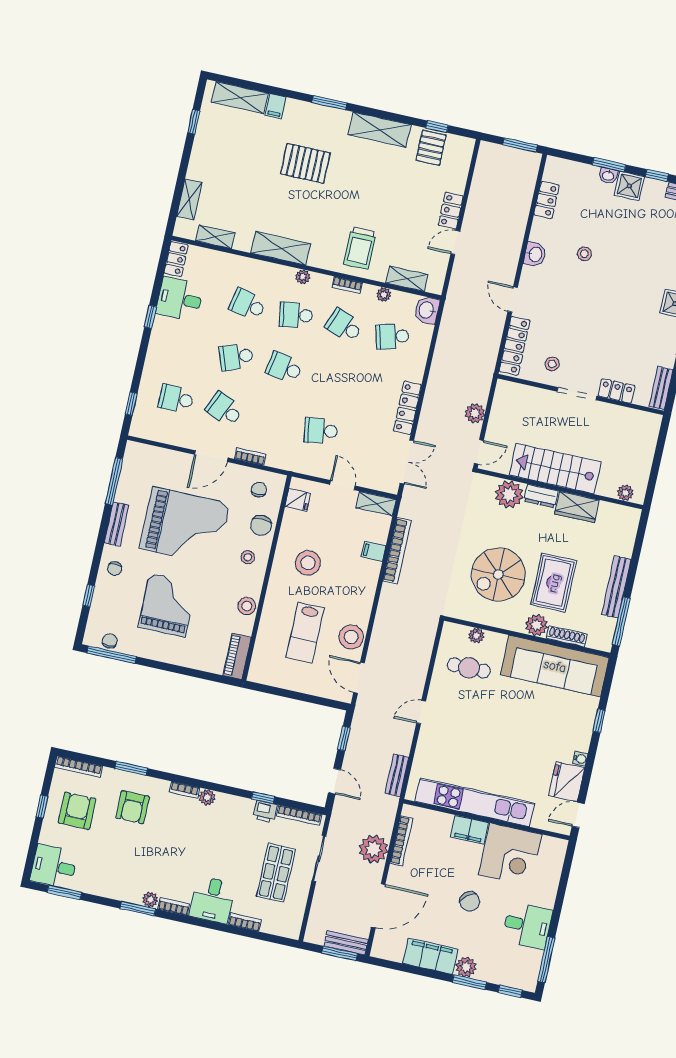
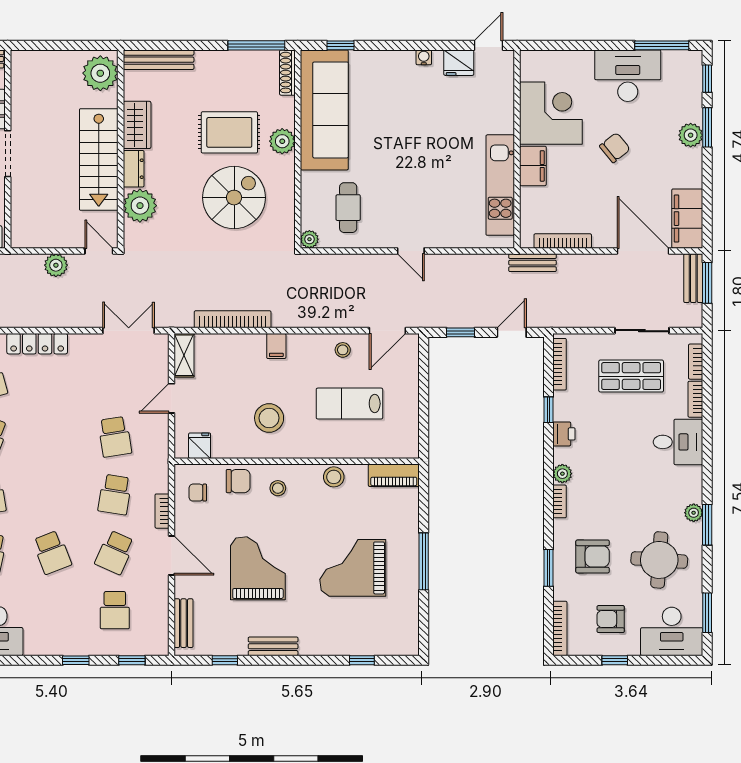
window: (150, 317) -> (76, 660), moved
school desk: (284, 368) -> (115, 495), moved
locker: (407, 408) -> (37, 344), moved
bench: (153, 454) -> (184, 623), added
window: (114, 481) -> (225, 660), width x0.46
plant: (625, 493) -> (100, 73), width x1.87, depth x1.87
grand piano: (185, 526) -> (258, 568), width x0.73, depth x0.68
filing cabinet: (374, 551) -> (276, 346), moved
chair: (115, 569) -> (325, 637), removed
spiral stairs: (498, 574) -> (234, 198), turned -90
bench: (616, 587) -> (159, 60), moved
lab bench: (305, 633) -> (349, 404), turned 180
plant: (476, 636) -> (309, 239), moved
shoe rack: (567, 636) -> (287, 73), moved
stool: (351, 637) -> (343, 350), width x0.53, depth x0.53
chair: (110, 641) -> (408, 625), removed
window: (112, 655) -> (424, 561), moved
window: (599, 721) -> (340, 45), moved
bench: (397, 775) -> (532, 263), moved
fridge: (567, 782) -> (459, 63), width x0.73, depth x0.75
kitchen unit: (475, 802) -> (500, 185), width x0.73
armchair: (77, 811) -> (611, 619), width x0.72, depth x0.72
printer: (265, 812) -> (564, 434), moved
door: (578, 815) -> (489, 45), swing flipped
plant: (373, 849) -> (579, 271), removed
sliding door: (319, 858) -> (642, 331), moved
round table: (117, 862) -> (659, 560), added
desk: (54, 866) -> (672, 631), width x1.37
bookcase: (174, 907) -> (696, 362), moved
desk: (527, 926) -> (628, 76), width x1.37
filing cabinet: (430, 956) -> (687, 219), moved

